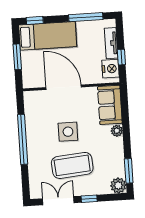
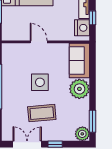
door: (64, 87) -> (39, 42), width x0.53
plant: (117, 131) -> (79, 89), width x1.87, depth x1.87
coffee table: (72, 165) -> (42, 113), width x0.73, depth x0.76

